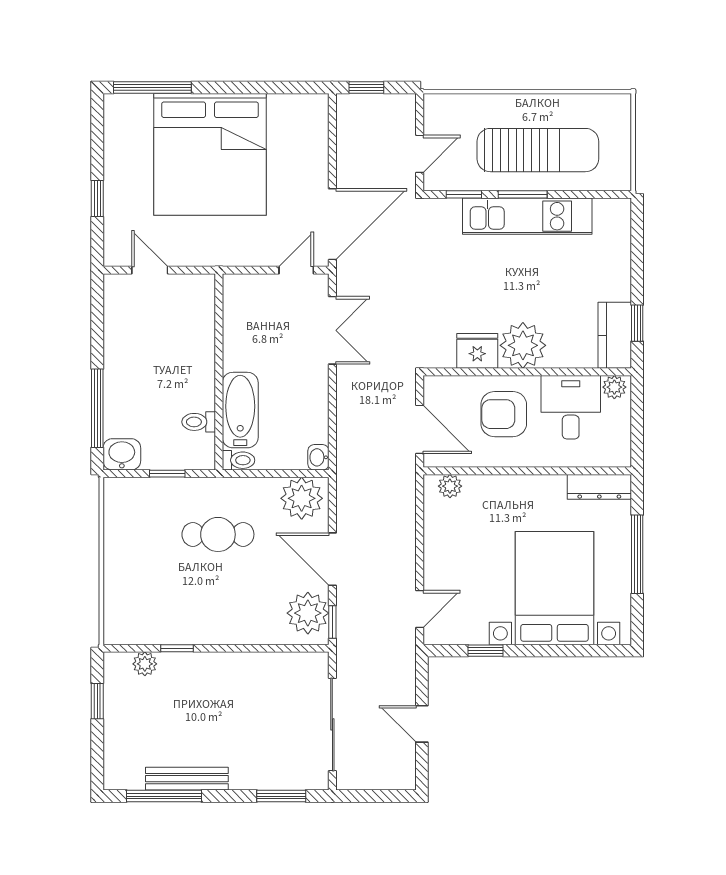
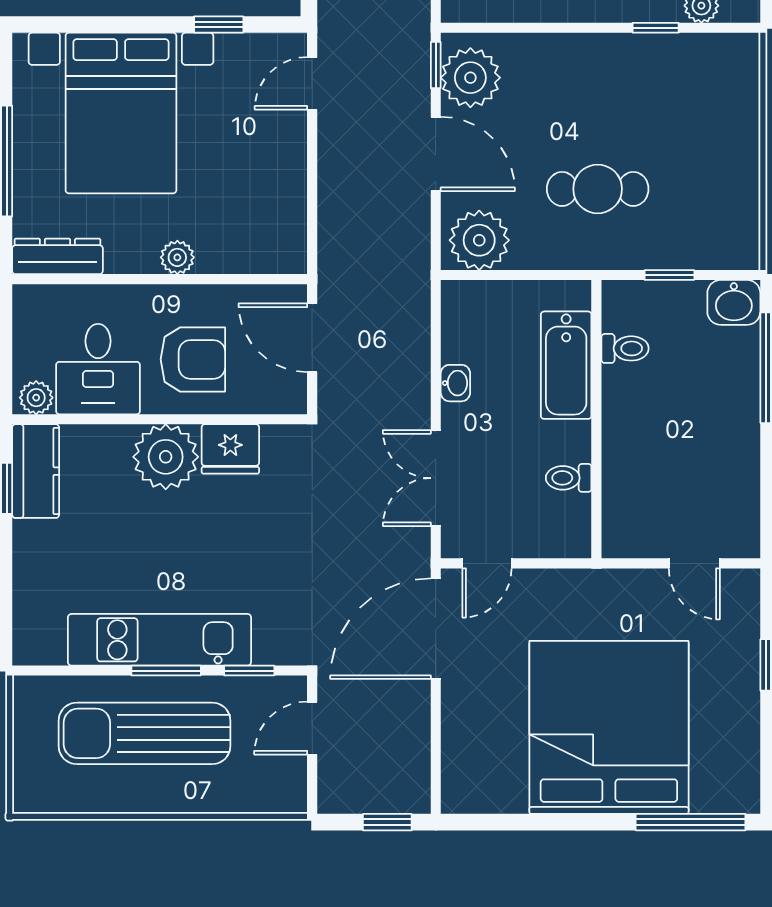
washbasin: (318, 457) -> (455, 383), moved
toilet: (238, 460) -> (569, 478), moved
plant: (450, 486) -> (177, 257), moved

